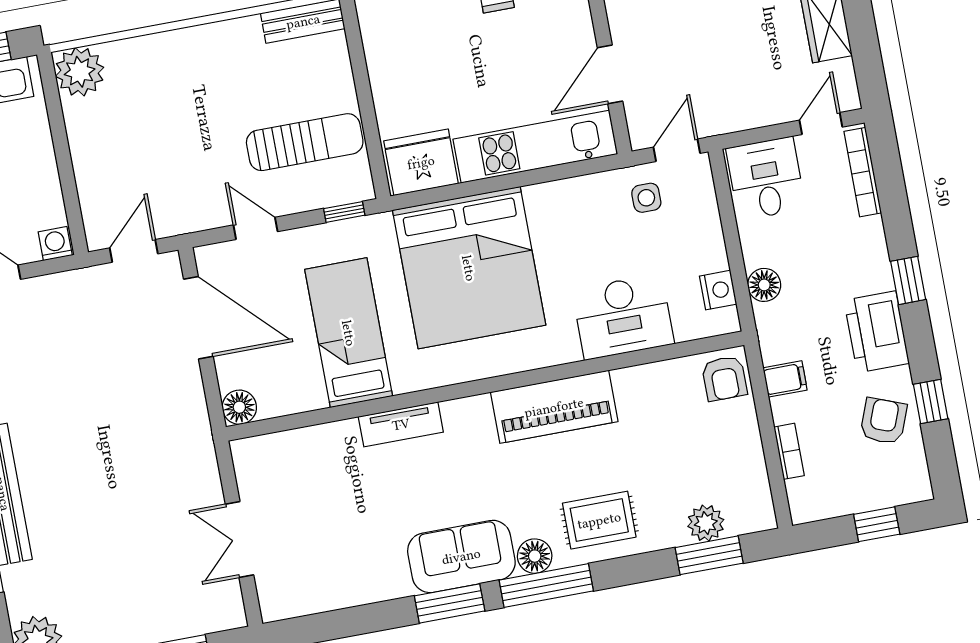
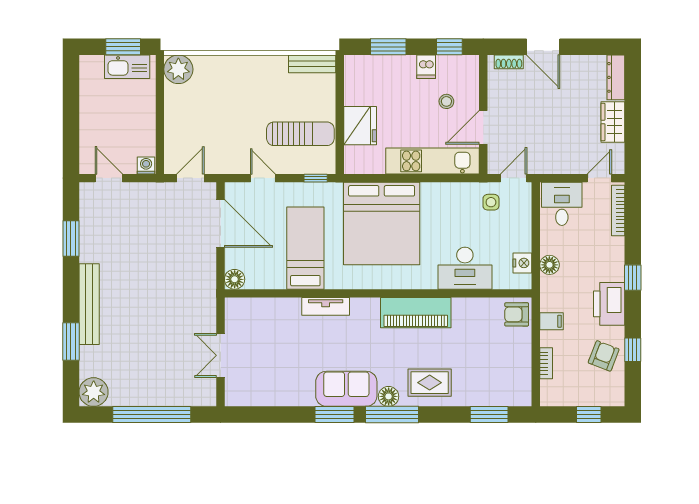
stool: (540, 42) -> (446, 101), added
fridge: (421, 162) -> (360, 126), moved, turned 90
armchair: (724, 378) -> (517, 314), turned 90
plant: (706, 523) -> (491, 396), removed

